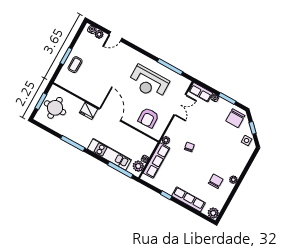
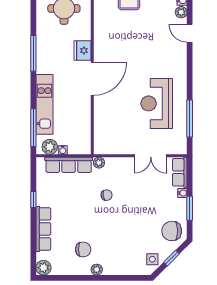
armchair: (148, 118) -> (114, 127), removed

